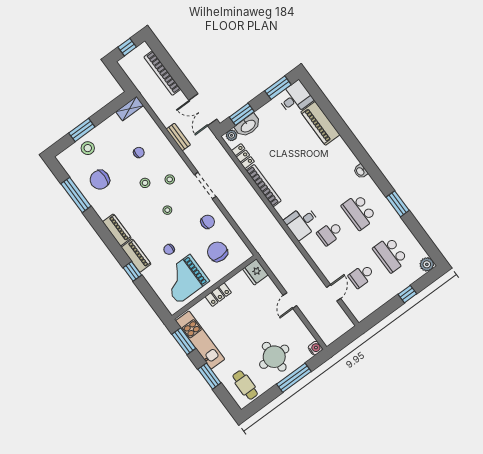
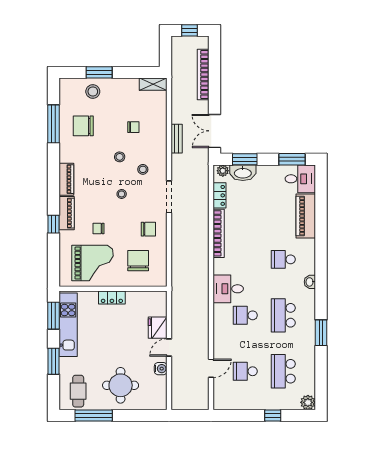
school desk: (328, 169) -> (283, 259), added
fridge: (255, 272) -> (158, 328), moved
grand piano: (184, 279) -> (93, 263), turned 180
water cooler: (315, 348) -> (161, 369), moved
window: (294, 378) -> (94, 415), moved

